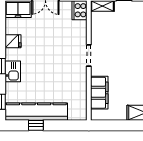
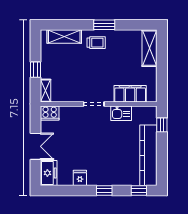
kitchen sink: (13, 71) -> (121, 113), moved, turned 180
window: (36, 125) -> (162, 125), moved

